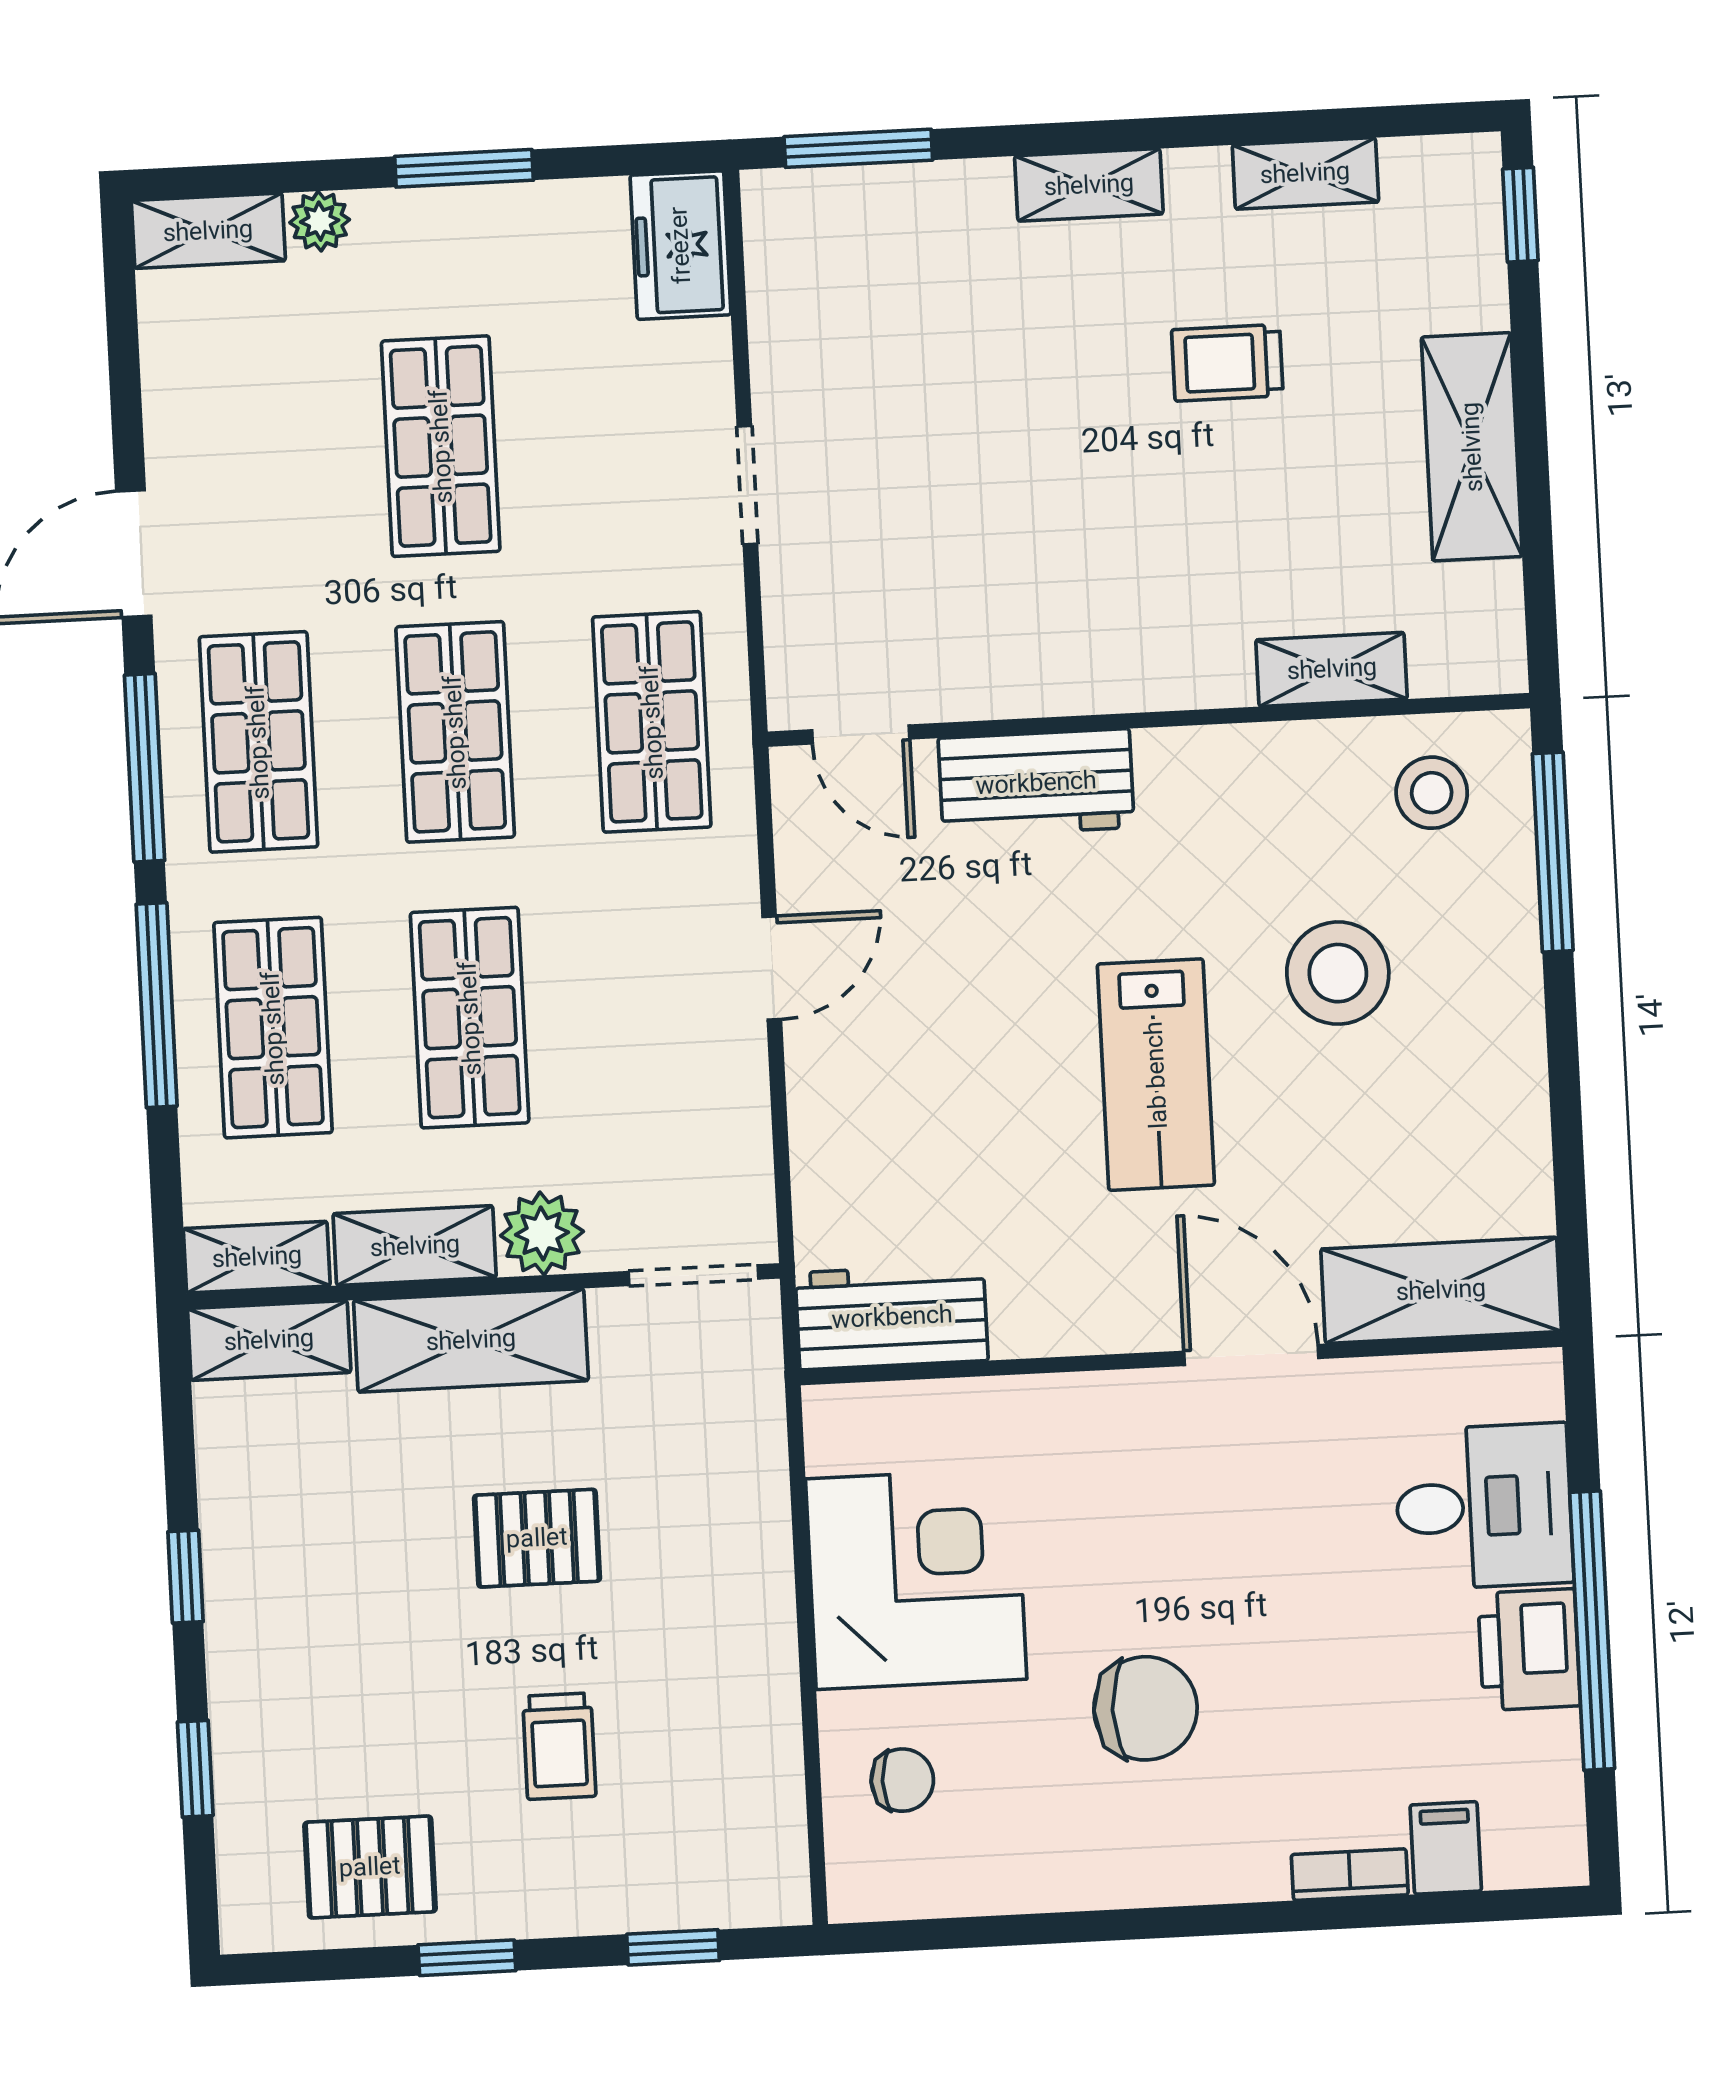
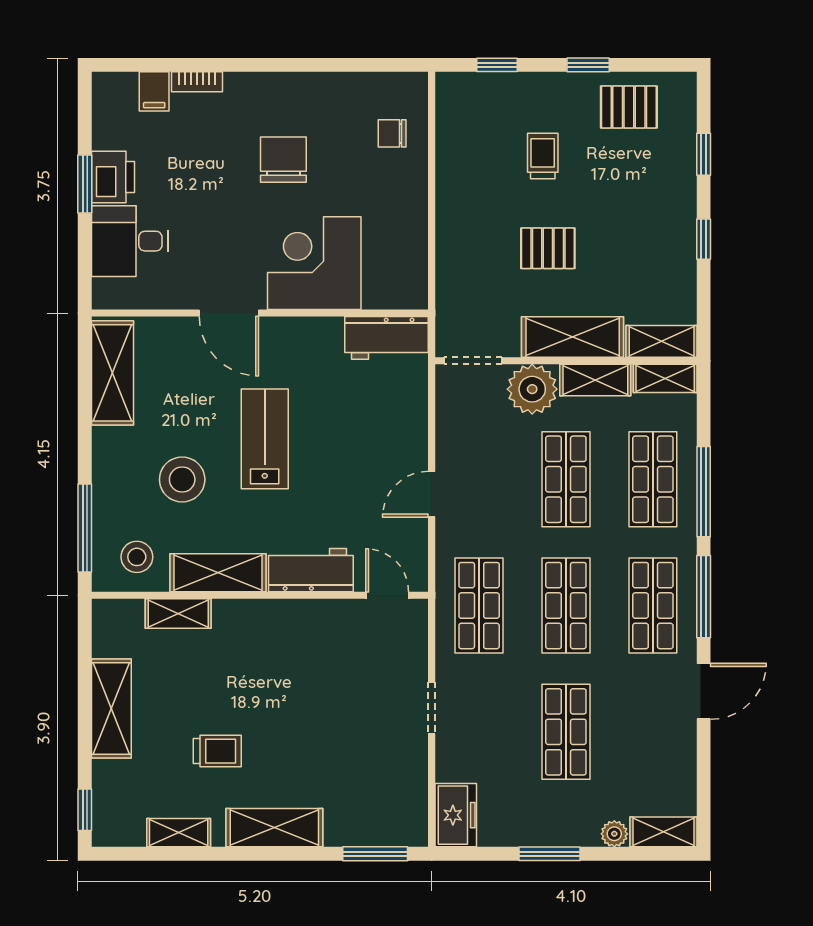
shelving: (1089, 185) -> (274, 828), width x1.50, depth x1.33
shelving: (1246, 766) -> (218, 573), added
plant: (542, 1233) -> (532, 389), width x1.36, depth x1.36
shelving: (1441, 1290) -> (112, 373), moved, turned 90
corner desk: (916, 1579) -> (314, 263), moved, turned 90
window: (1592, 1631) -> (85, 184), width x0.47
chair: (1146, 1708) -> (283, 160), turned 90

